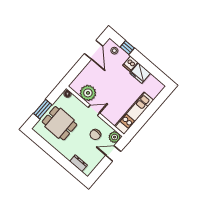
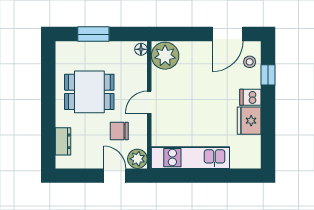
plant: (88, 93) -> (165, 56), moved
door: (94, 110) -> (149, 102), swing flipped
dining table: (60, 123) -> (89, 92), moved, turned 90

